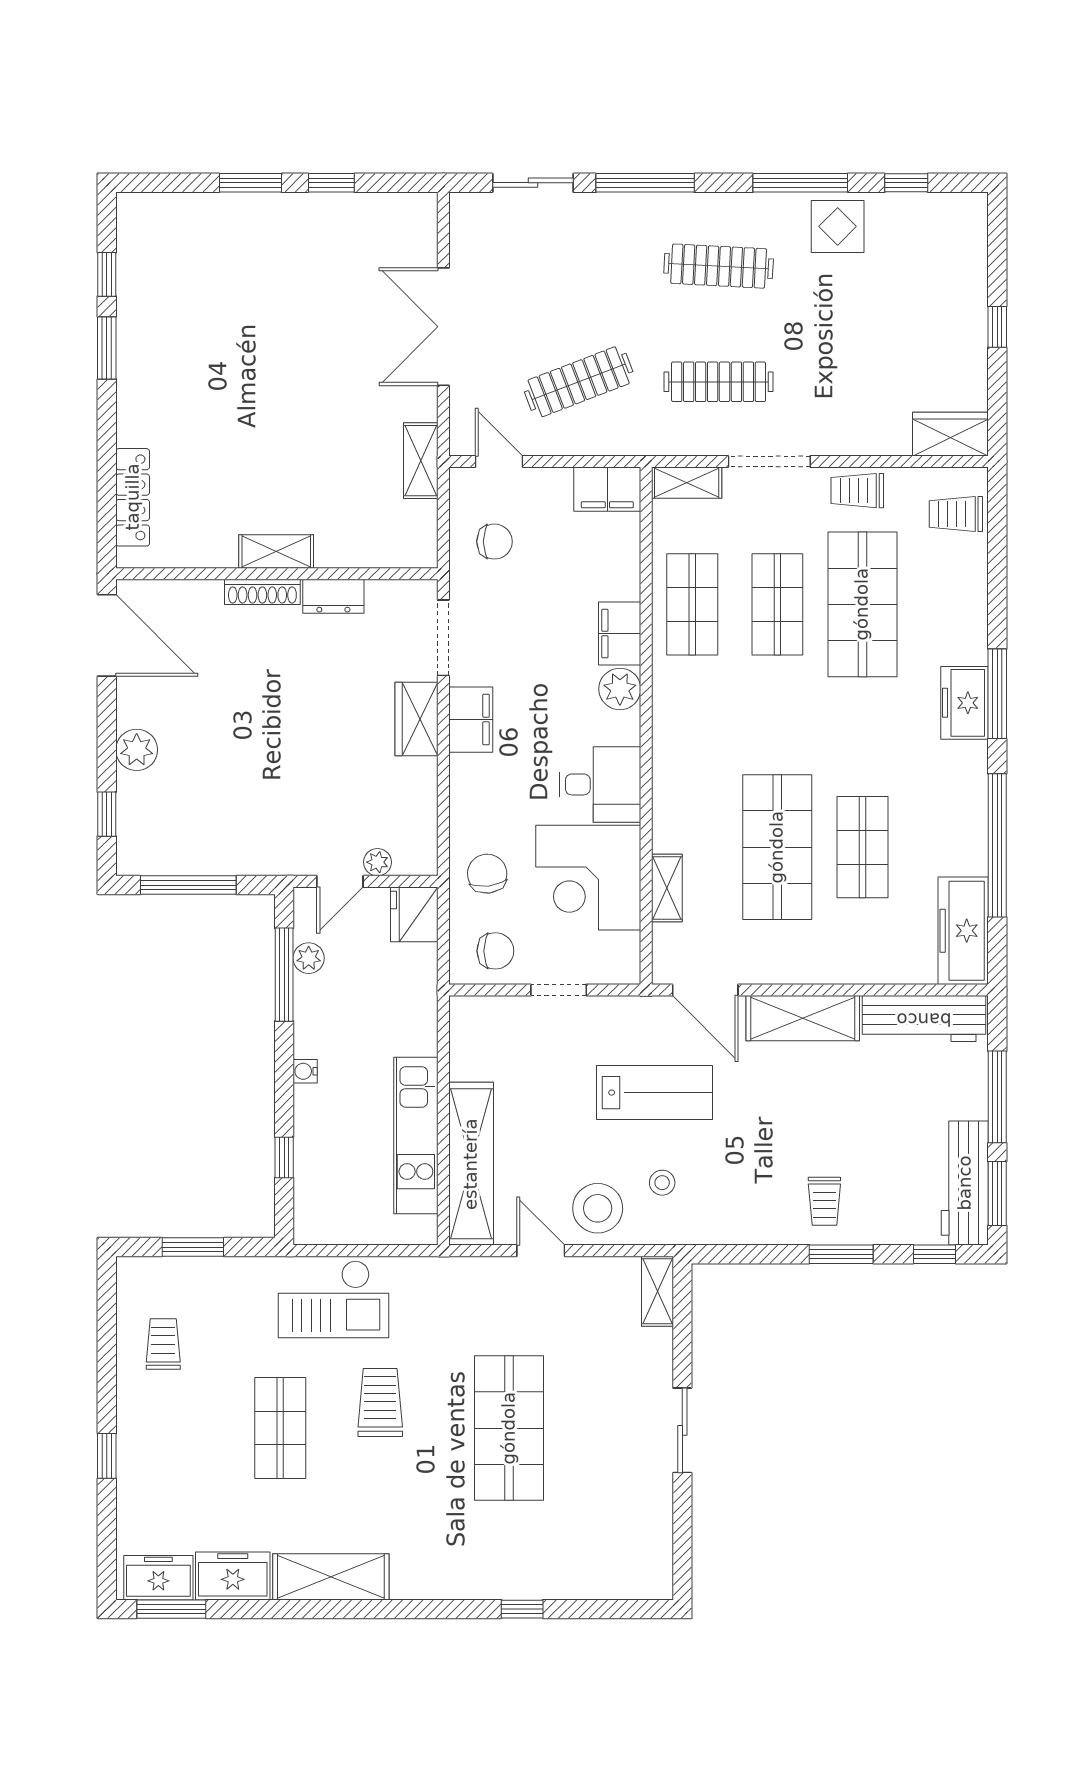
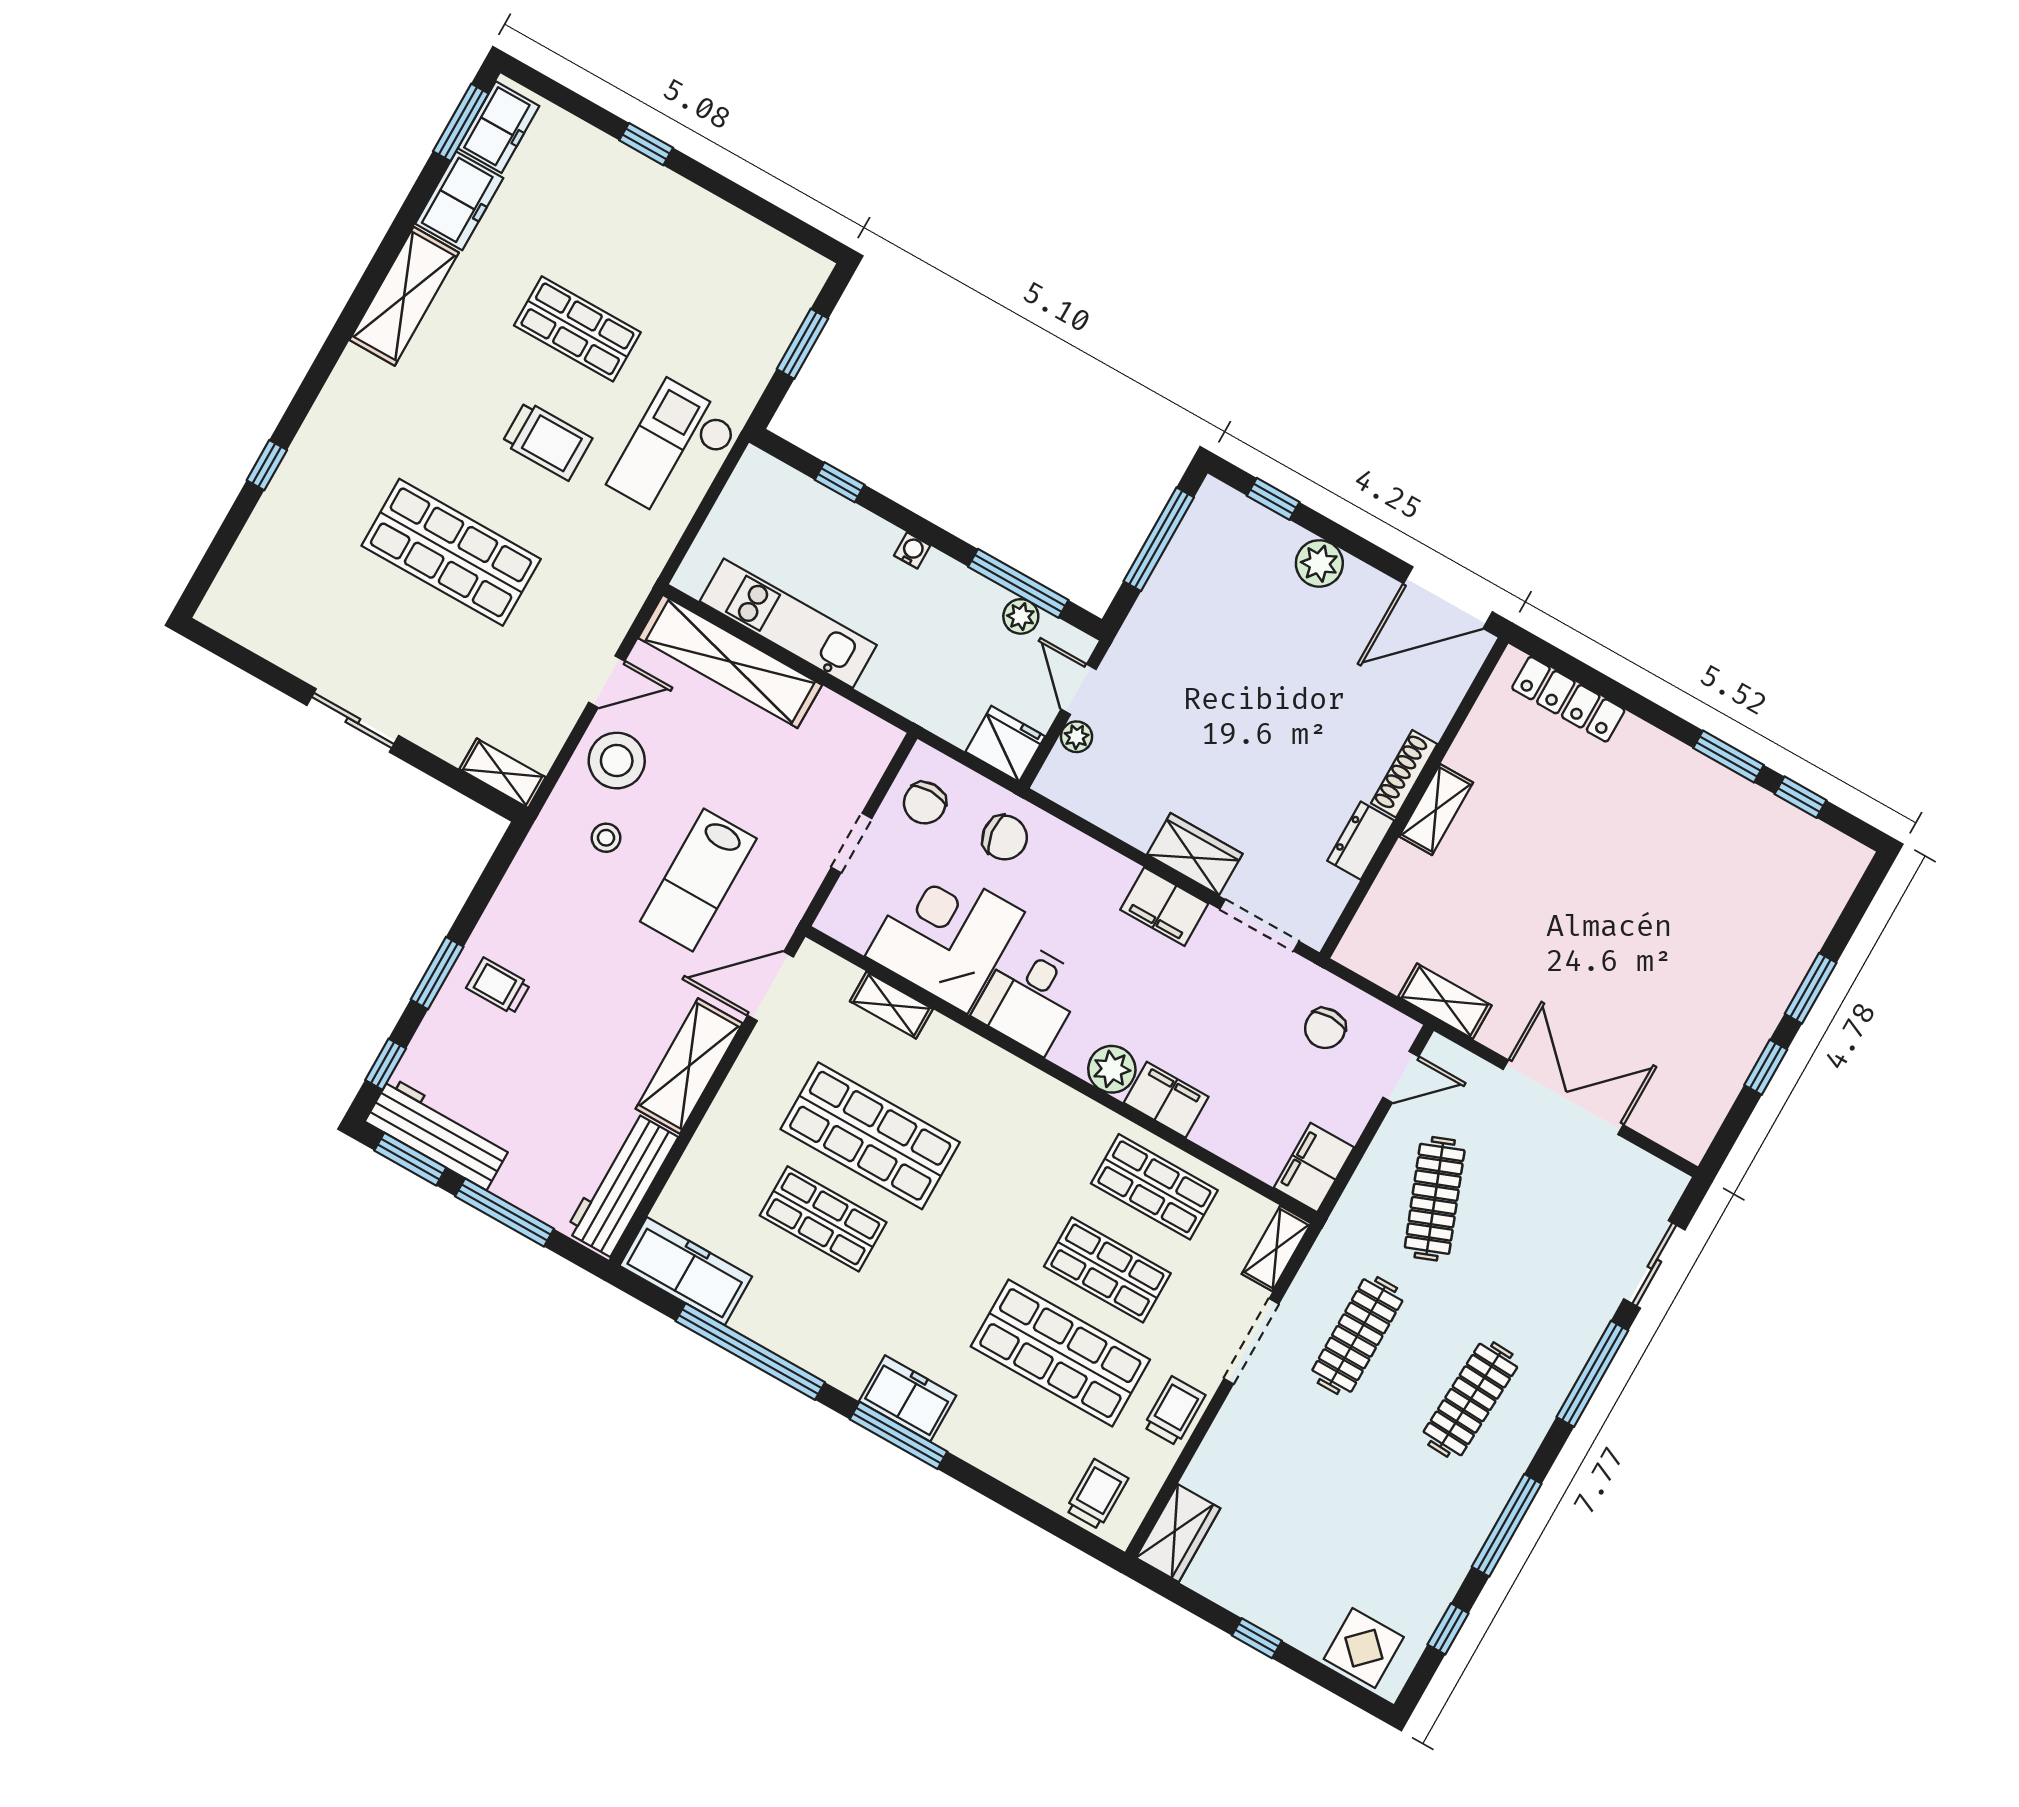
display table: (838, 226) -> (1364, 1648), moved
trolley: (163, 1344) -> (724, 261), removed

